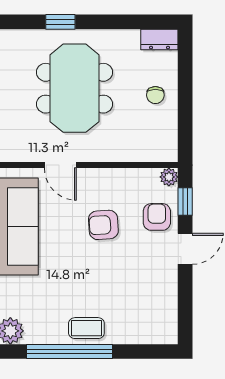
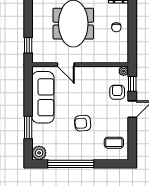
armchair: (103, 225) -> (83, 123), moved
coffee table: (86, 328) -> (114, 143), moved

